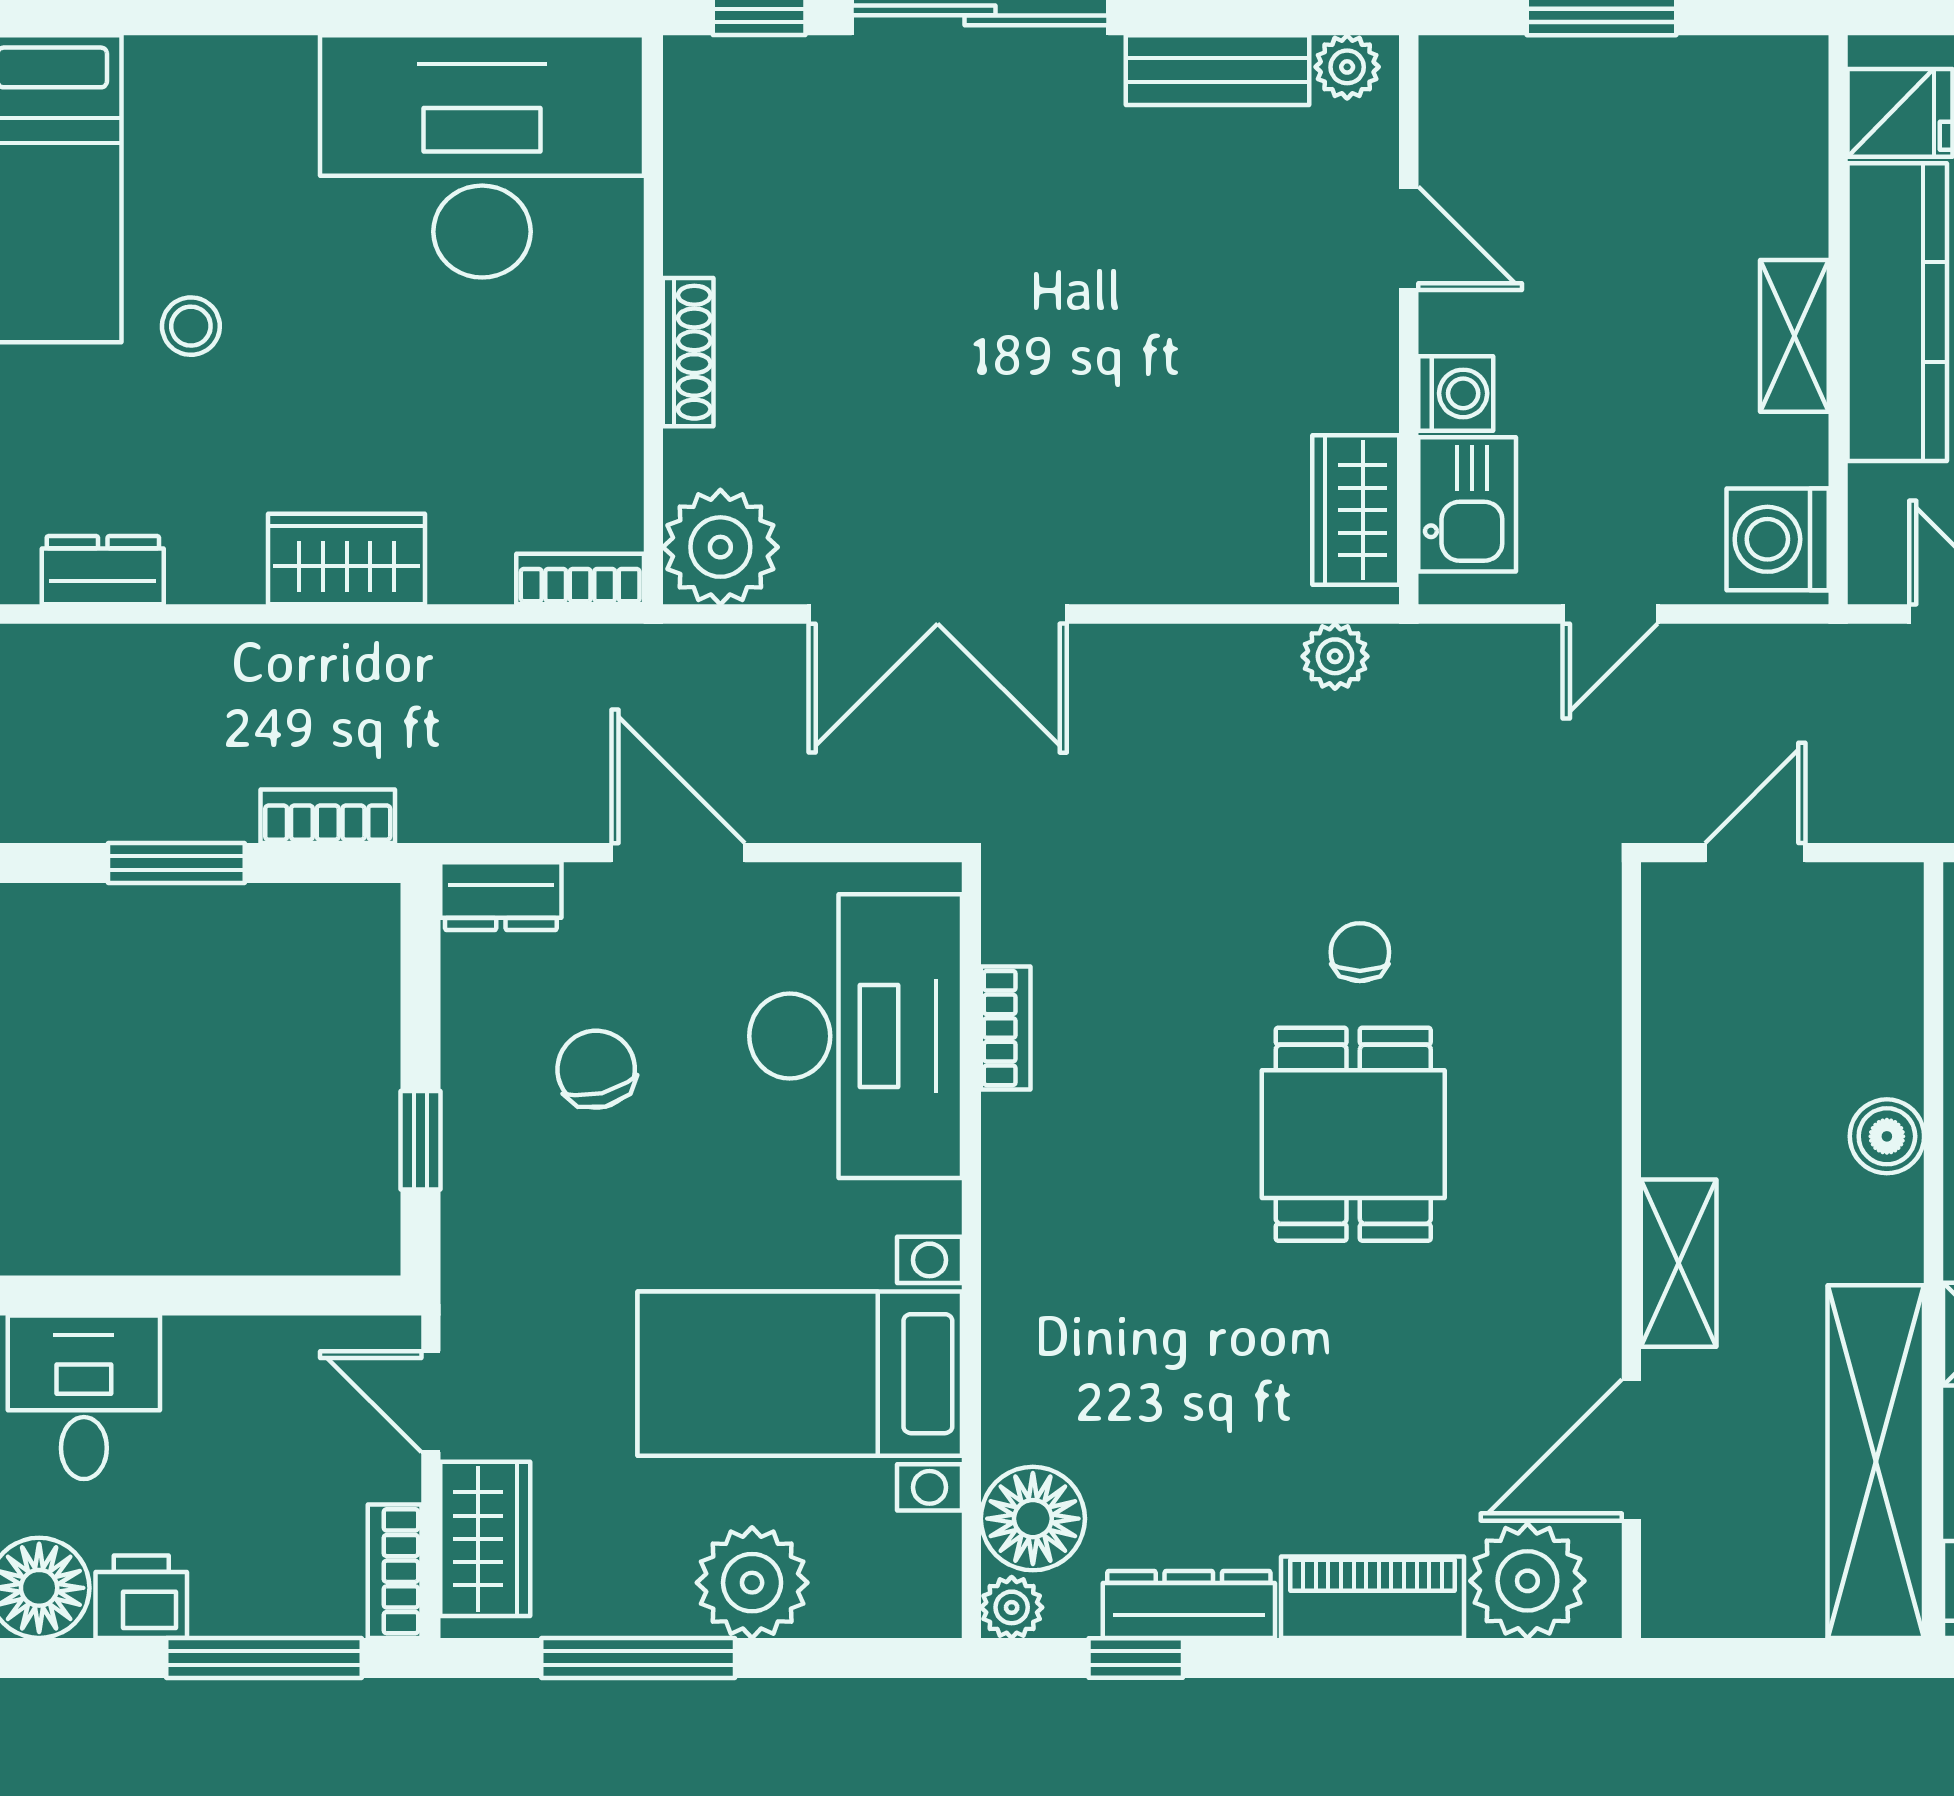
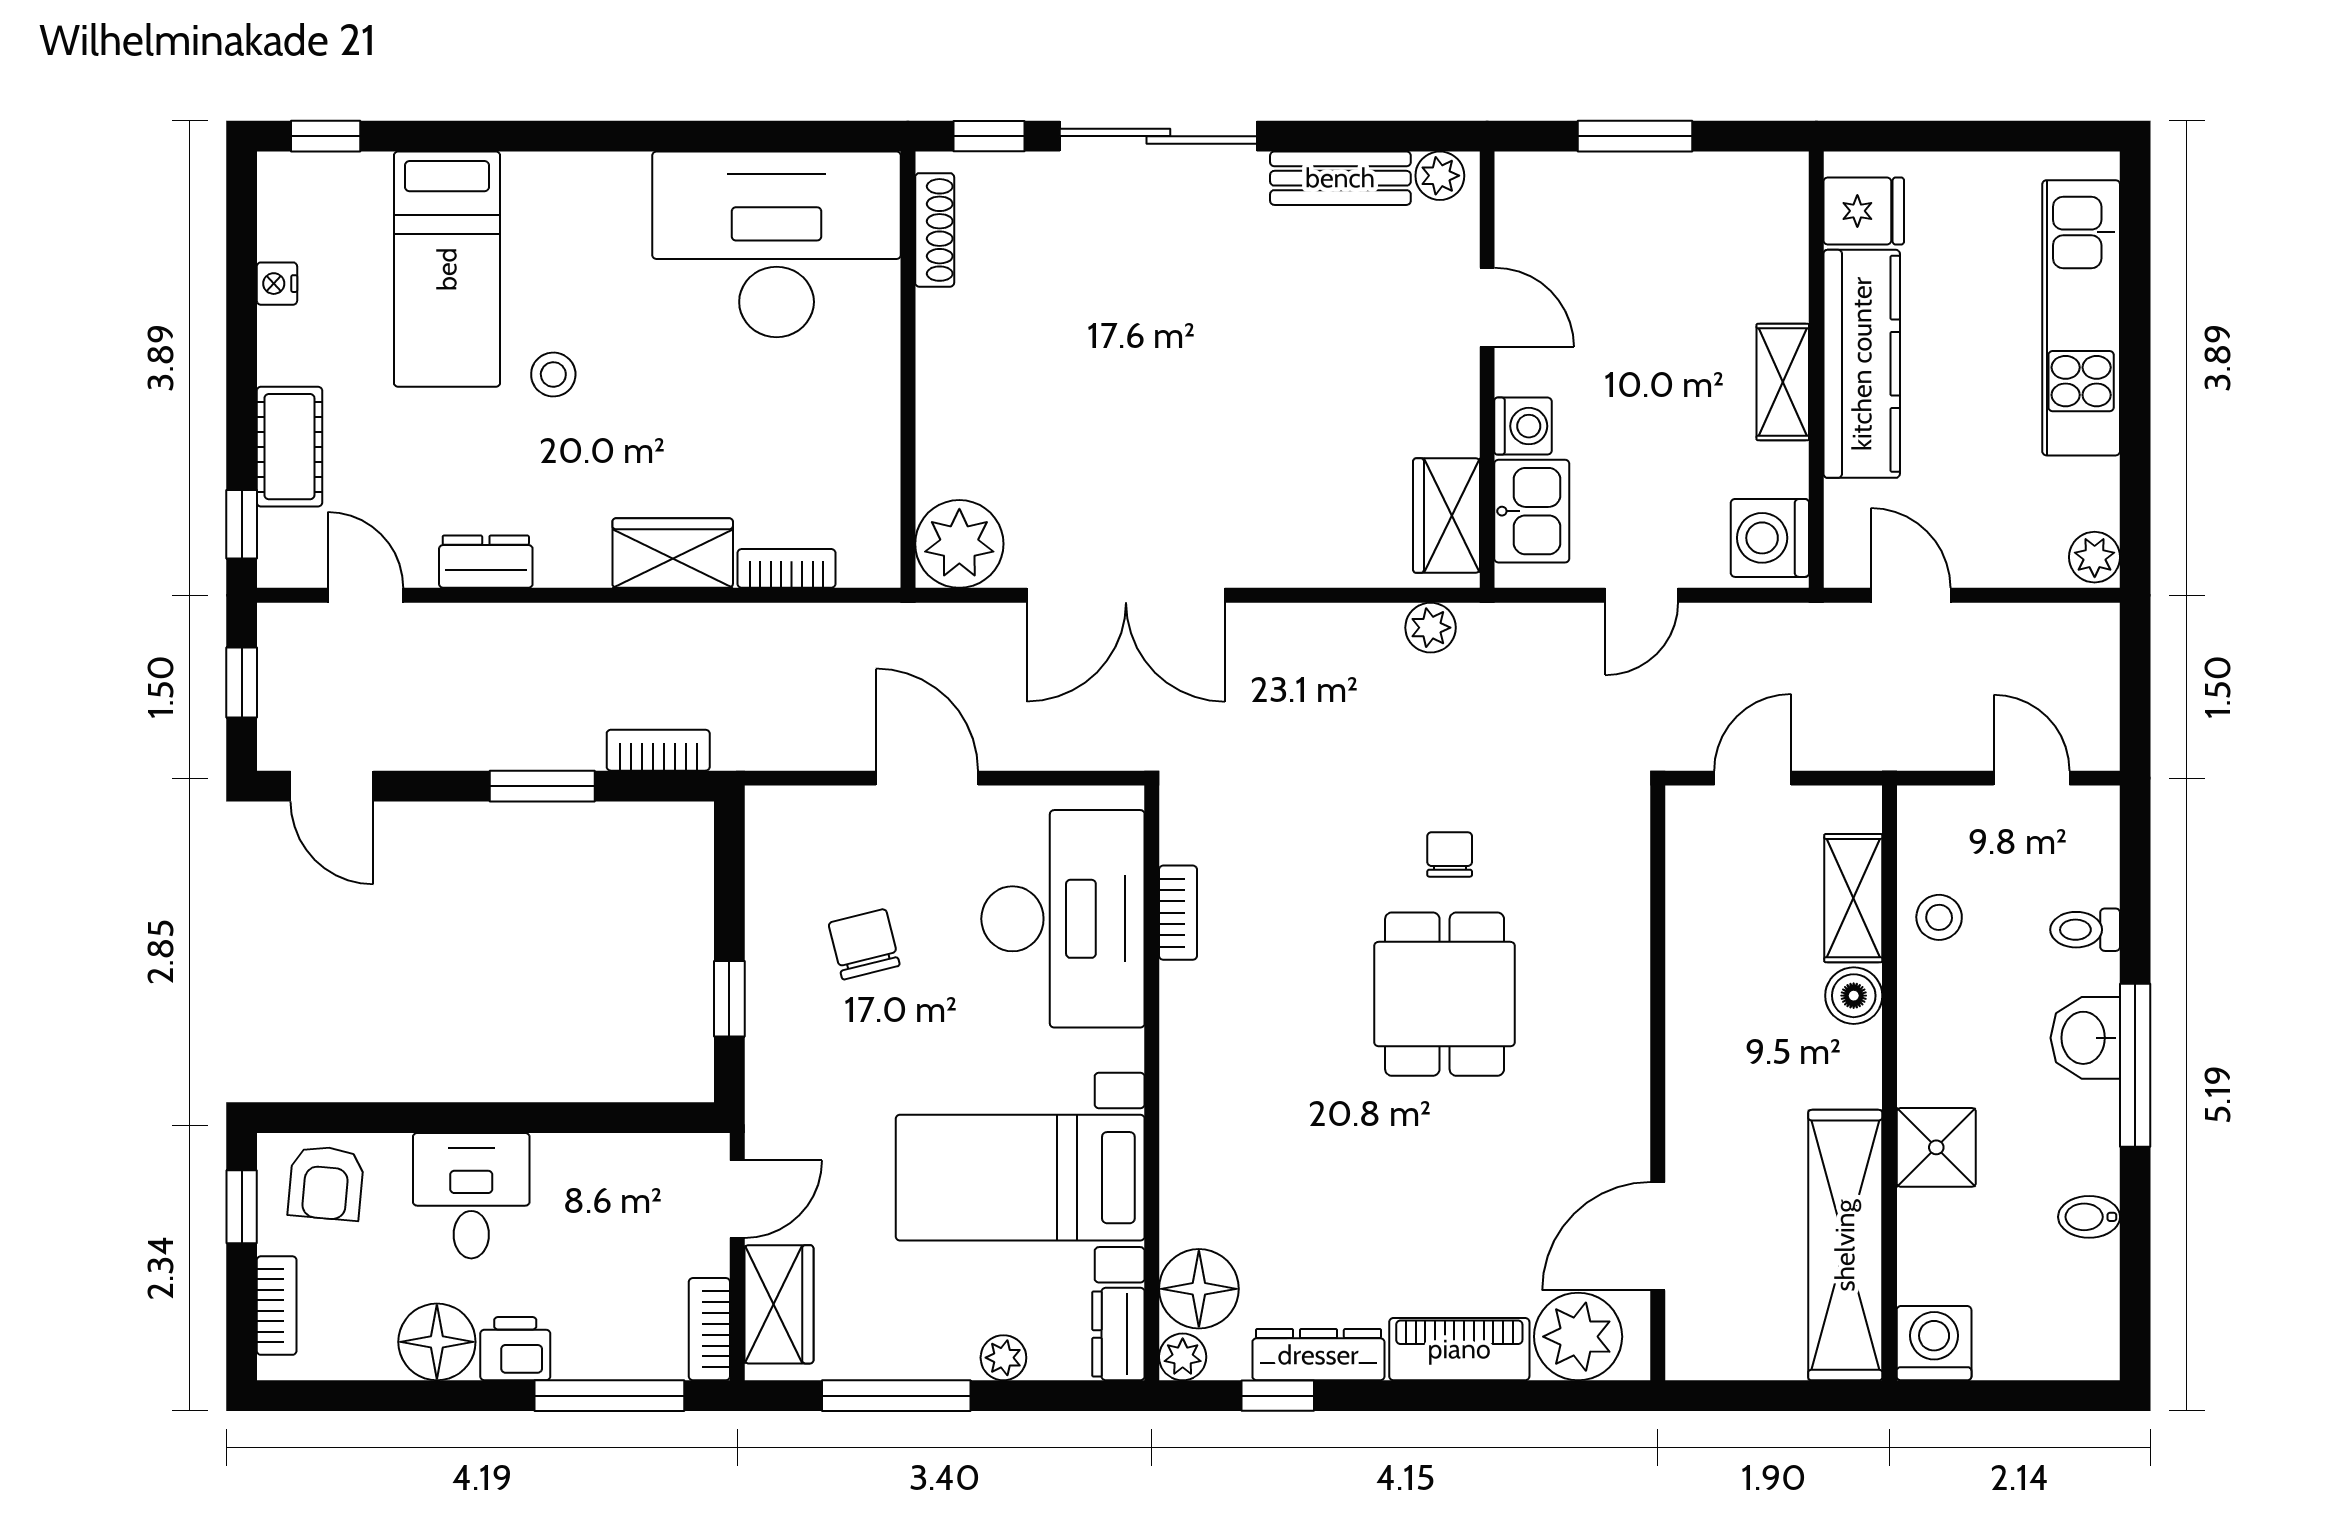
shoe rack: (688, 352) -> (935, 230), moved
bookcase: (580, 579) -> (786, 568), moved
dresser: (501, 896) -> (1118, 1334), moved, turned 90
shelving: (1679, 1263) -> (1853, 898), moved
door: (431, 1402) -> (737, 1199), swing flipped
plant: (752, 1583) -> (1003, 1358), width x0.53, depth x0.53

